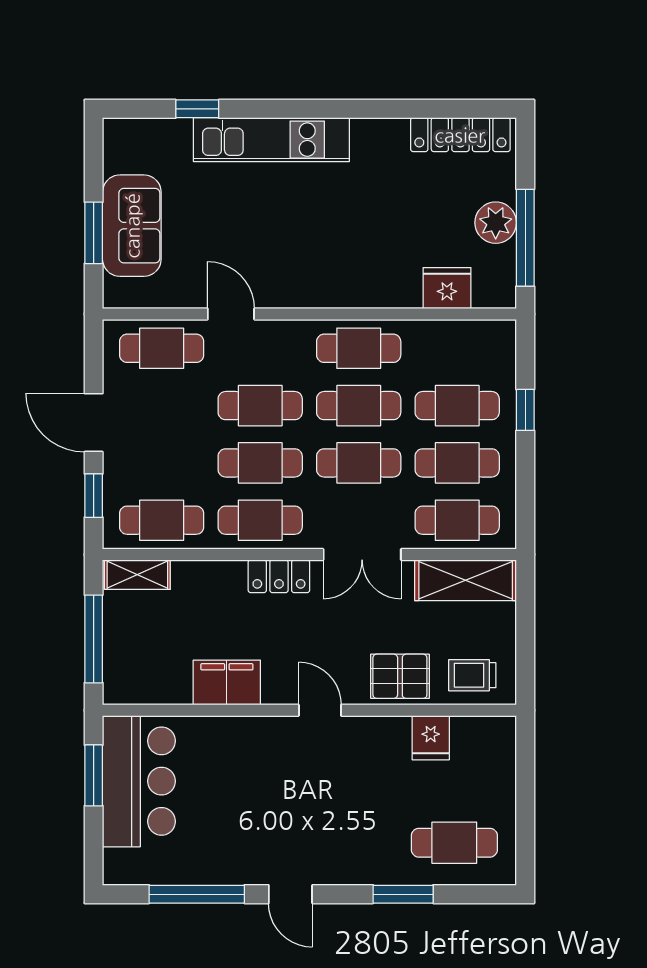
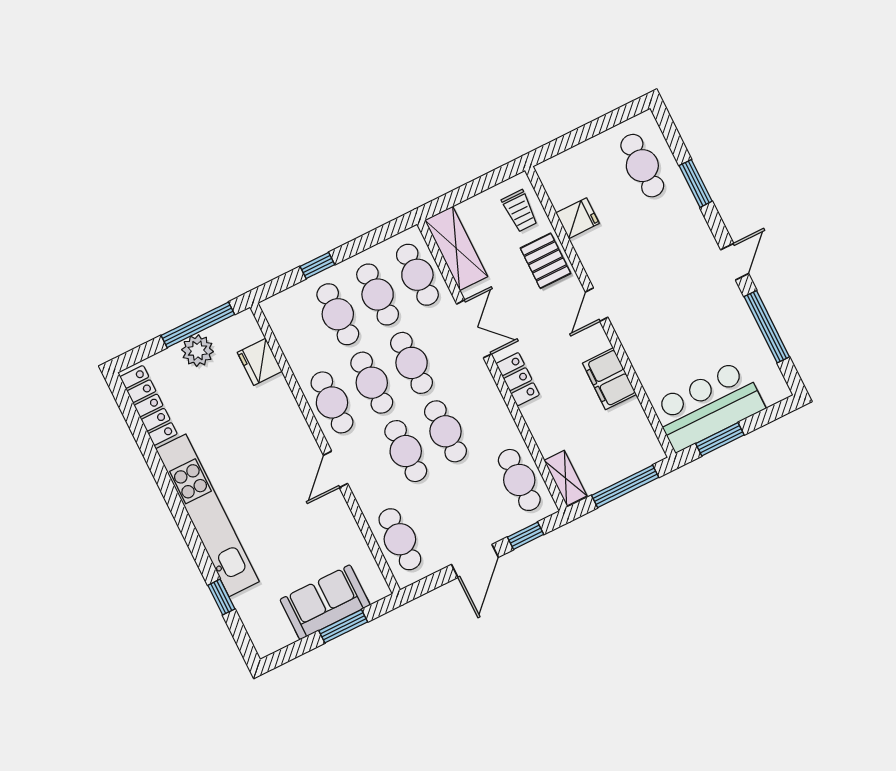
kitchen unit: (271, 140) -> (207, 515), width x1.36
door: (231, 314) -> (335, 469), moved
cafe table: (260, 520) -> (485, 412), removed

